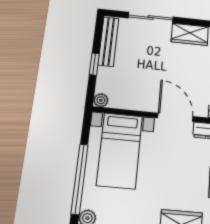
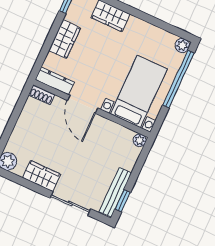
window: (94, 64) -> (123, 201), moved

